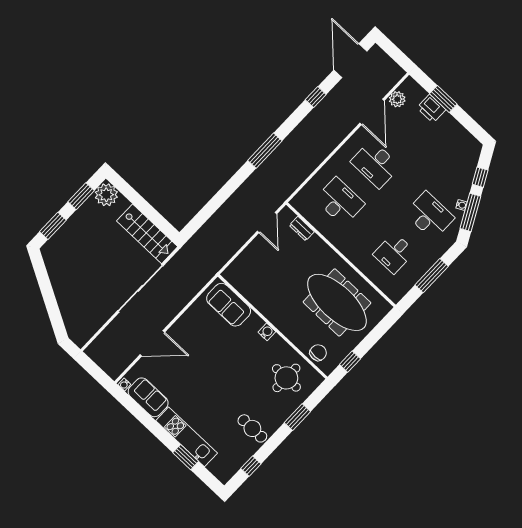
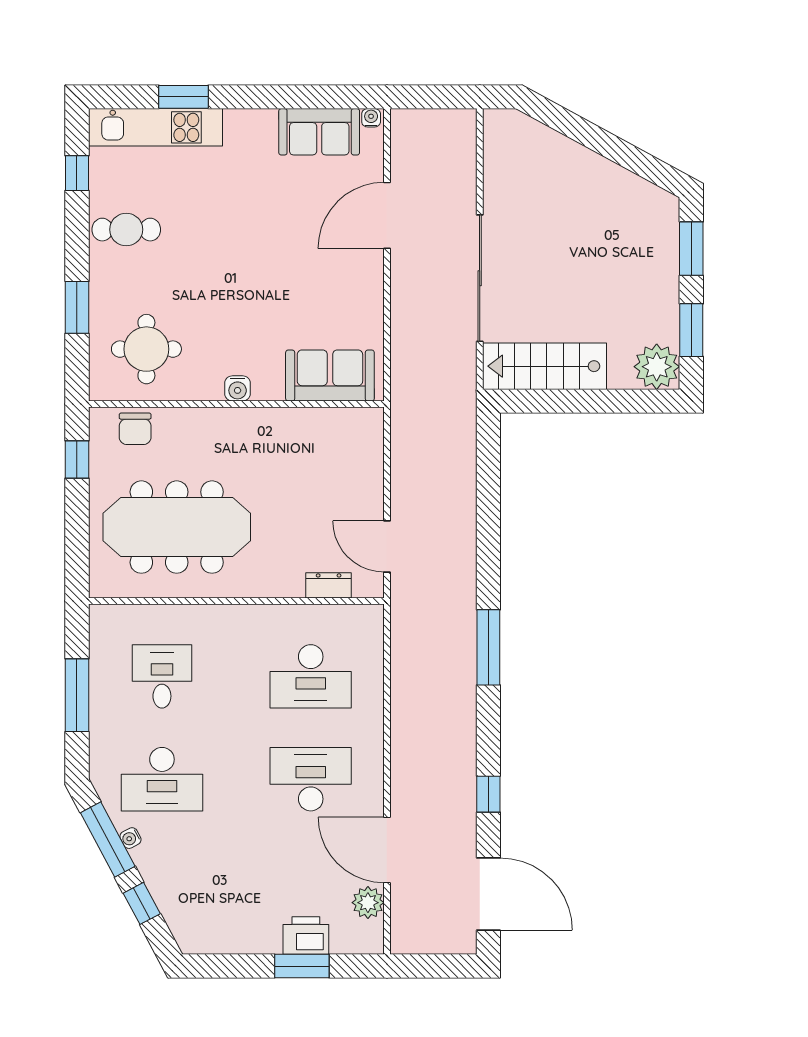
kitchen unit: (187, 437) -> (156, 127), moved

